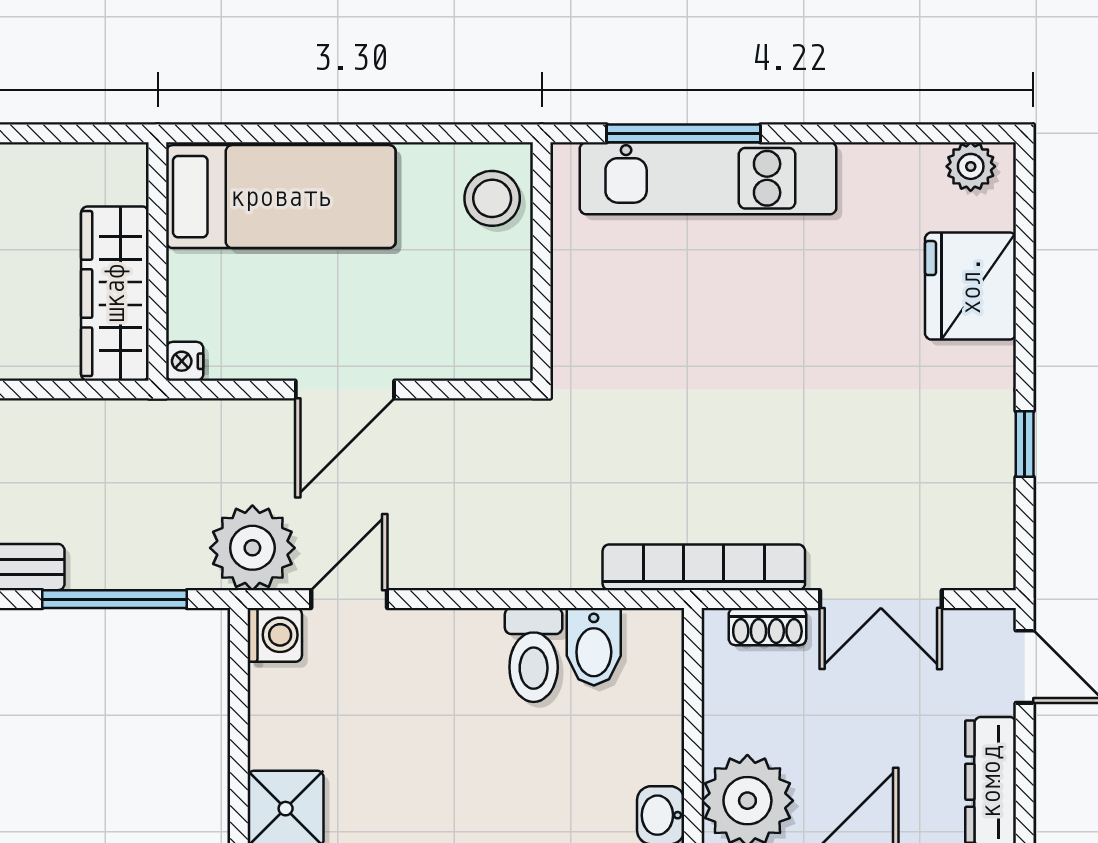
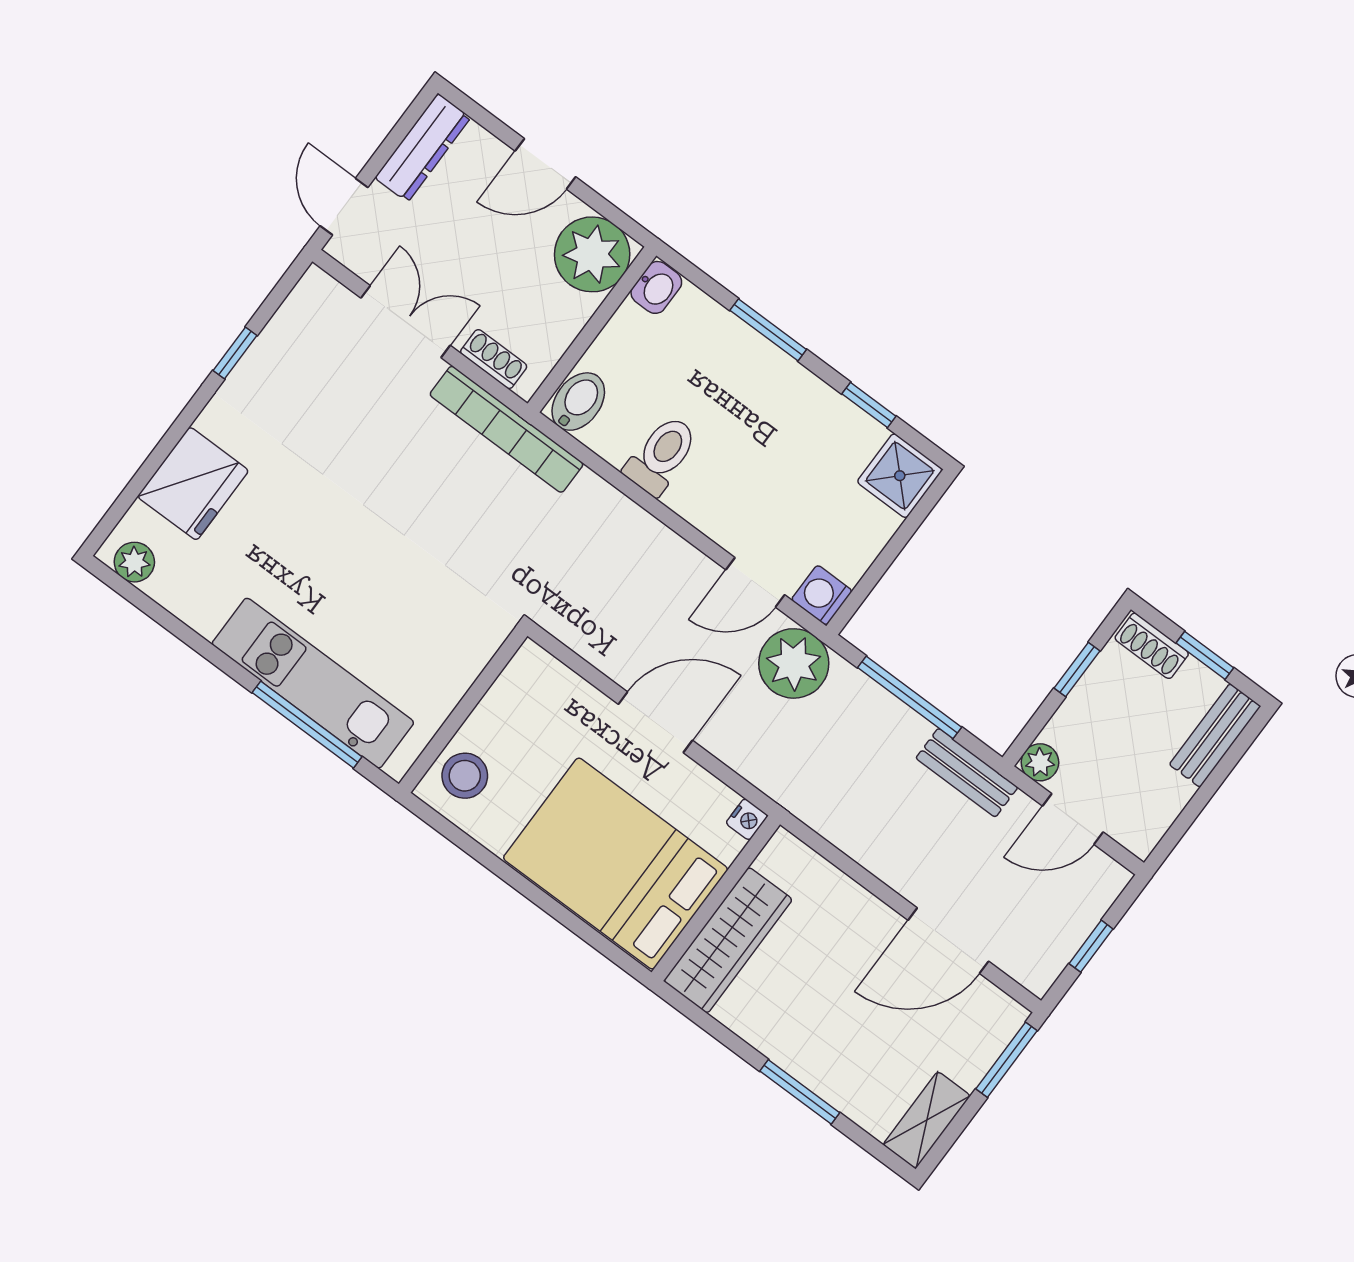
bed: (281, 197) -> (616, 864), width x1.50
wardrobe: (115, 294) -> (728, 940), moved
bidet: (594, 647) -> (578, 402), moved

